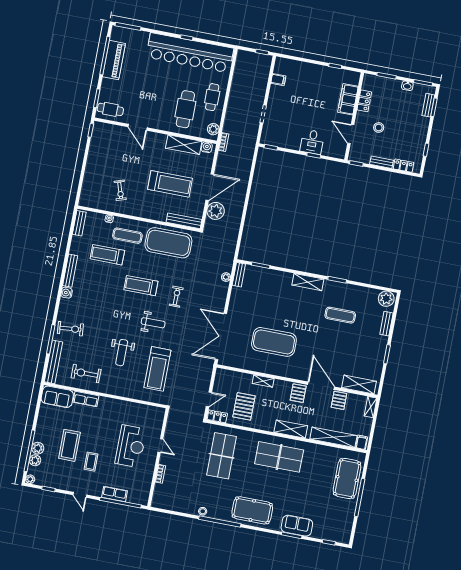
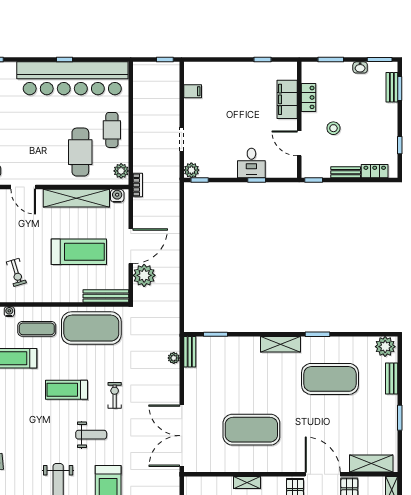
plant: (266, 139) -> (191, 170), added
shelving: (184, 145) -> (76, 198), width x1.47
exercise mat: (340, 315) -> (330, 379), width x2.00, depth x1.45

